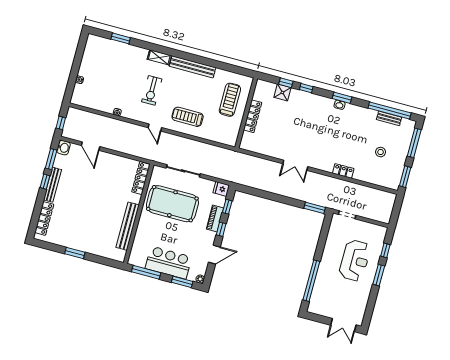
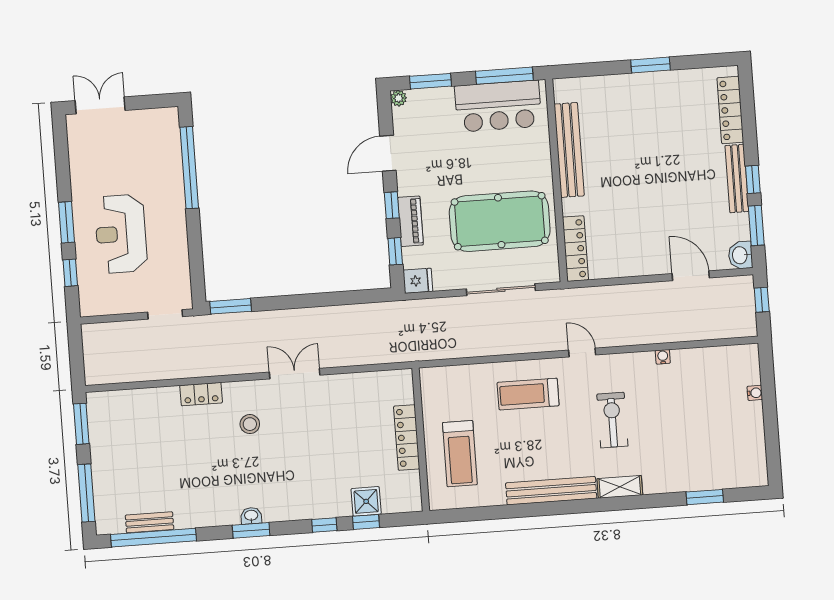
treadmill: (188, 117) -> (528, 394), turned 180
stool: (381, 152) -> (250, 424), moved
bar counter: (168, 263) -> (498, 106), moved

